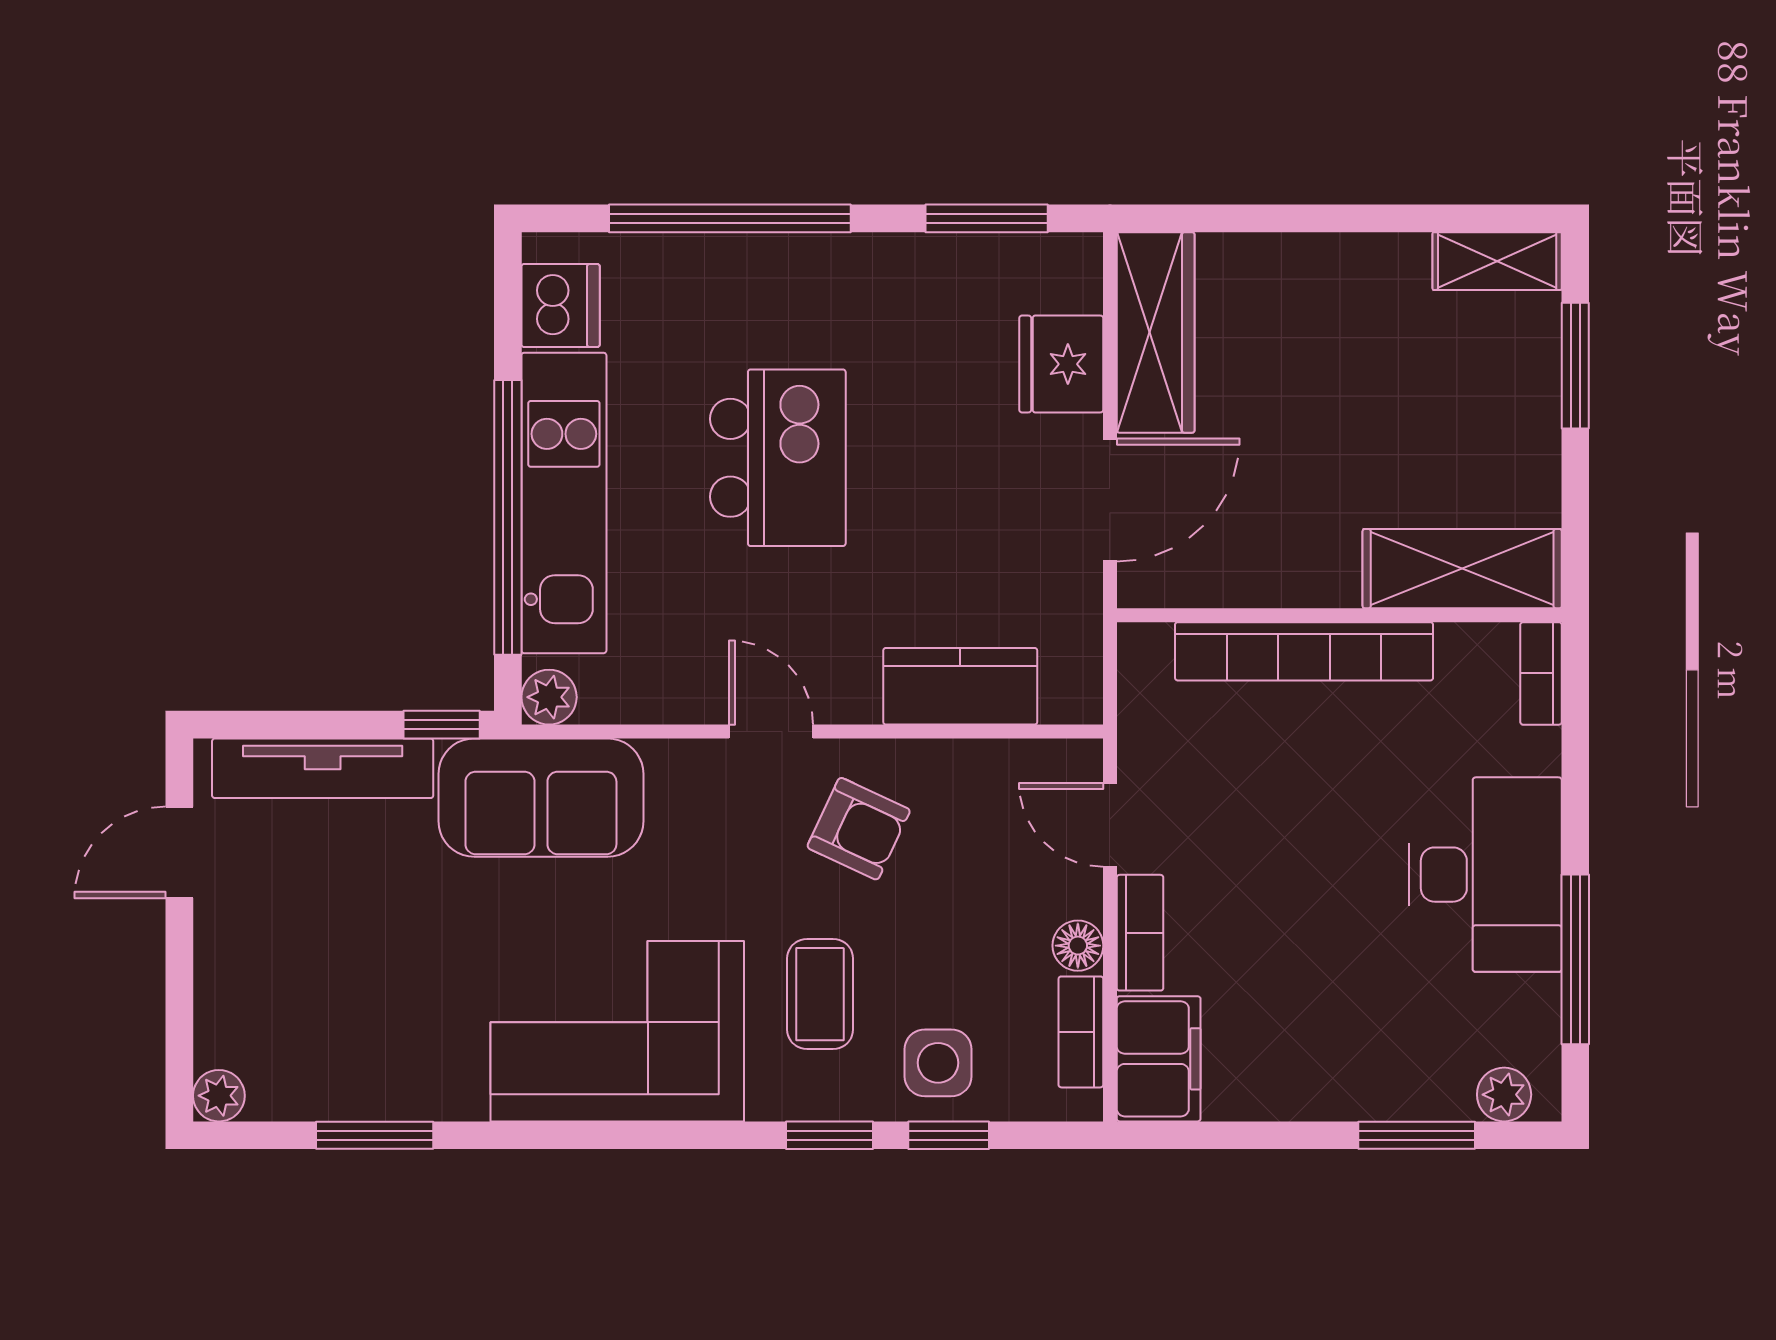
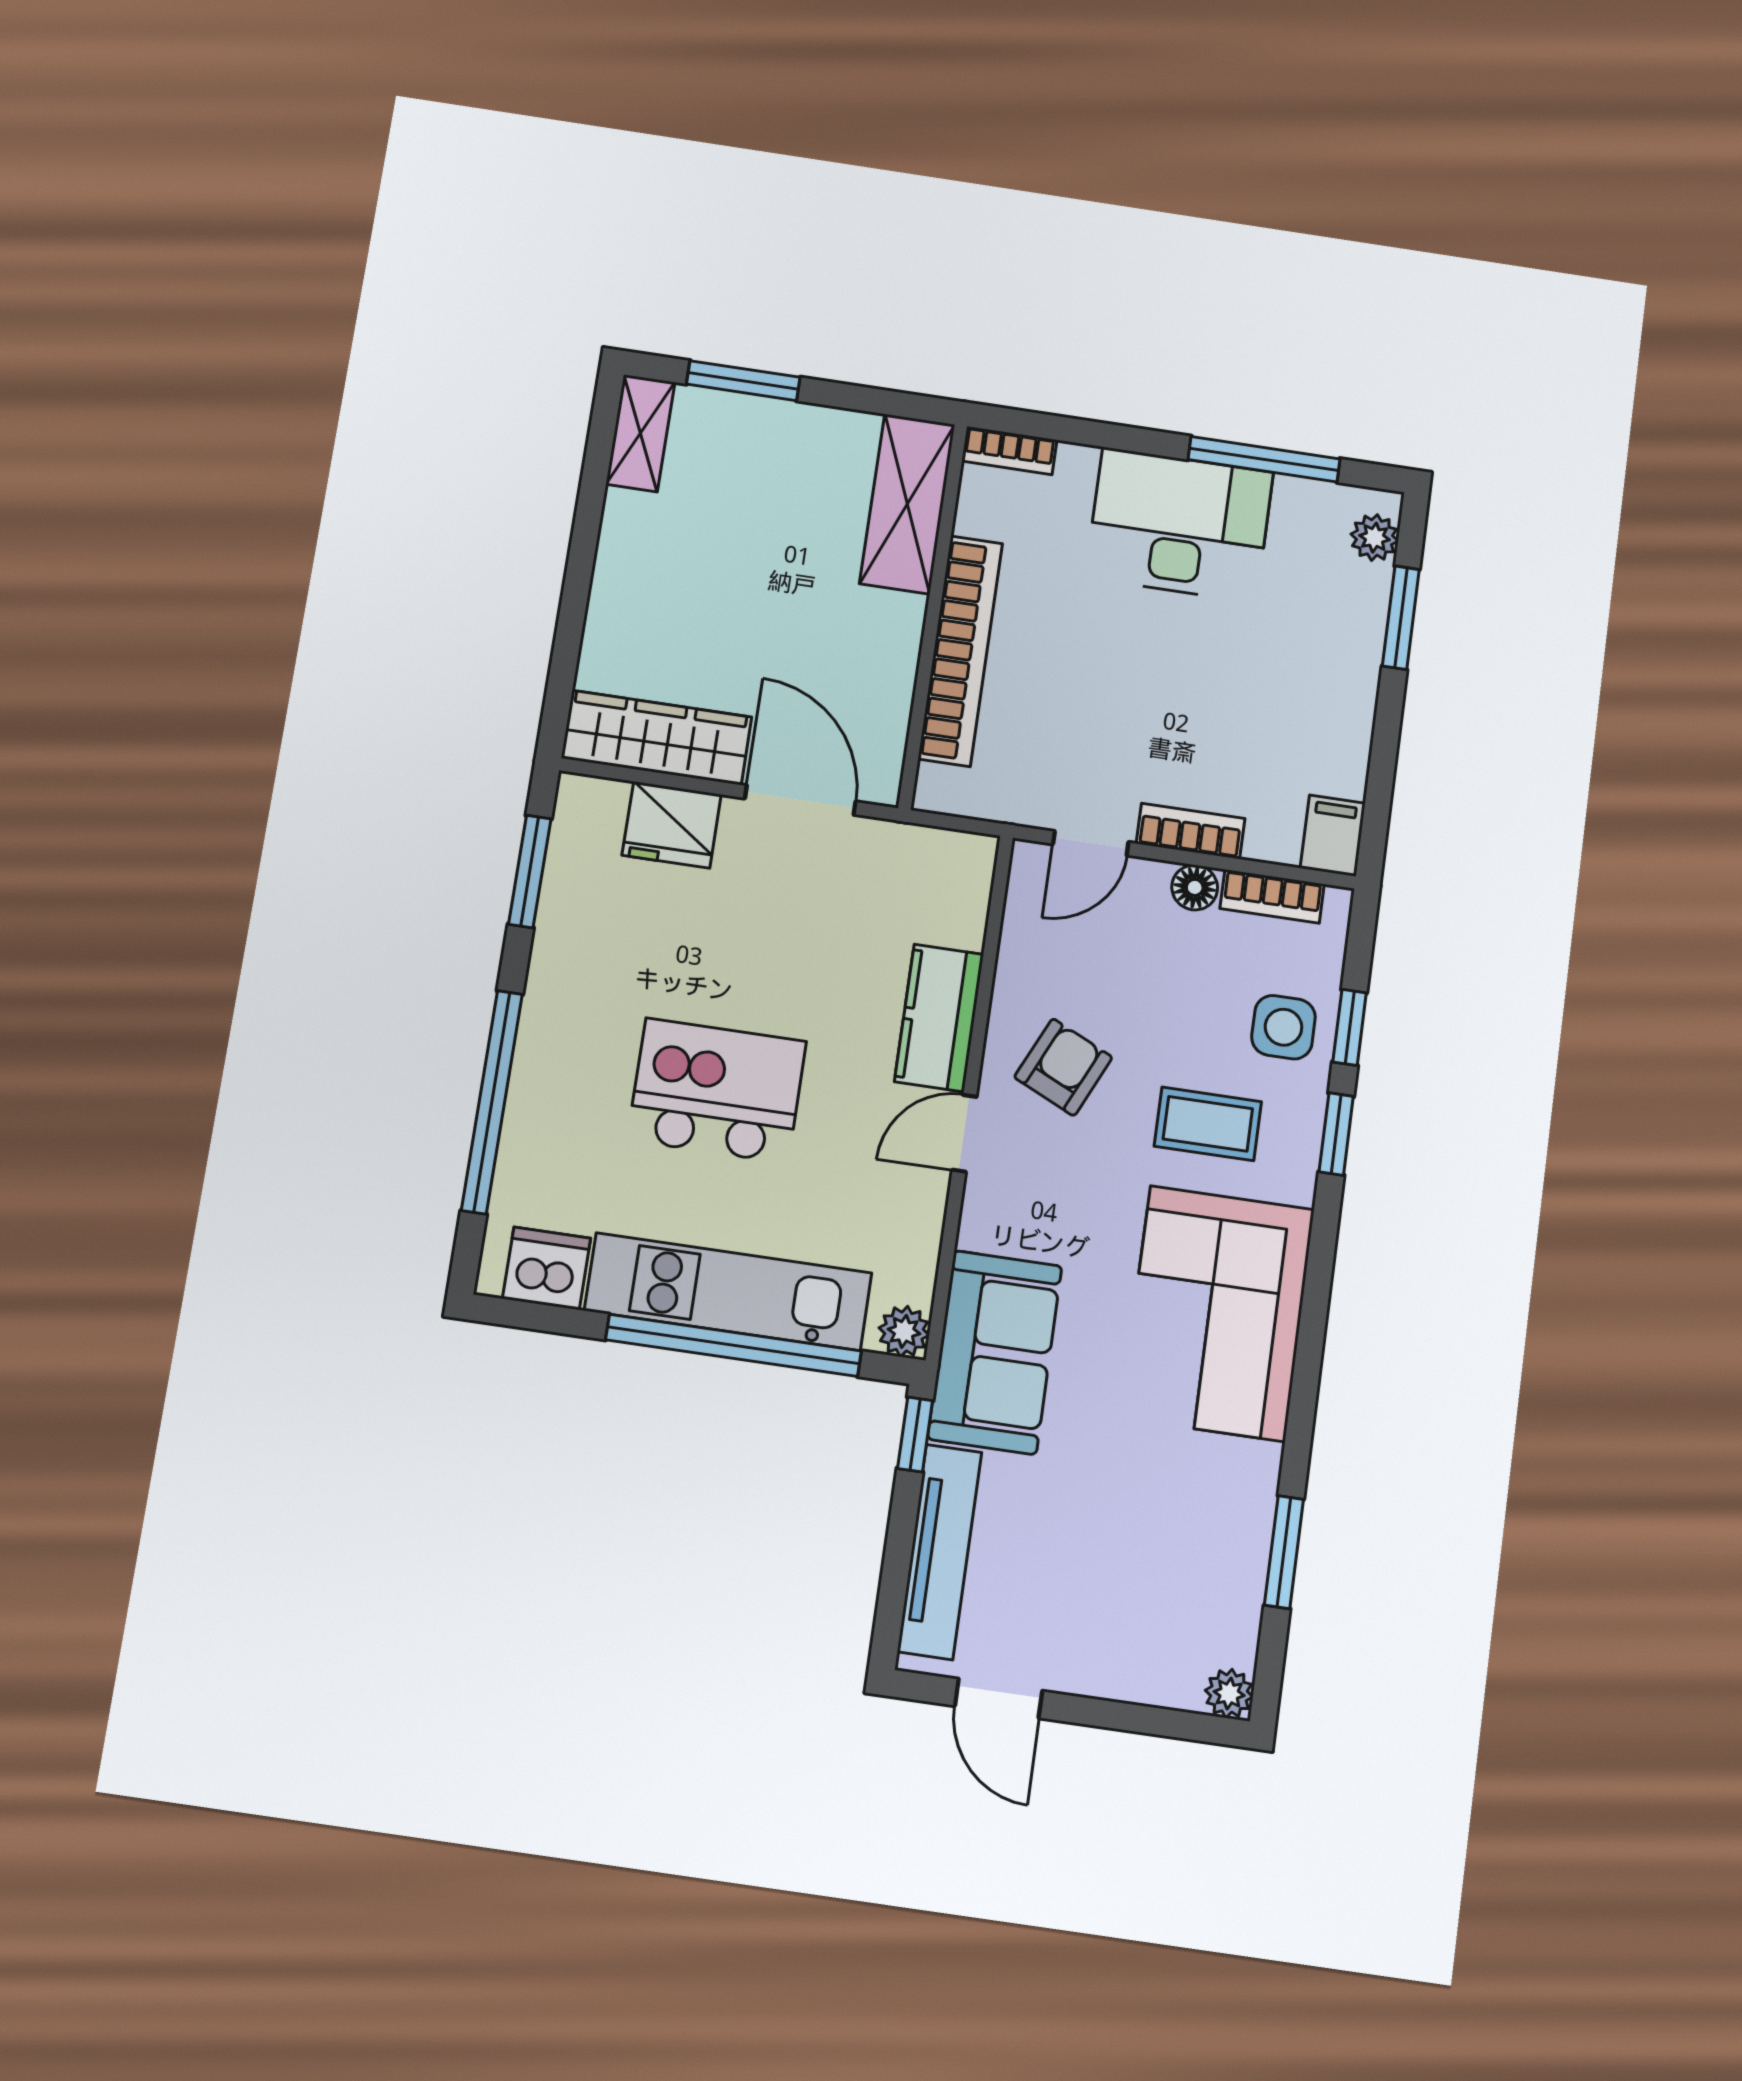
kitchen counter: (960, 686) -> (939, 1018), moved
filing cabinet: (1159, 1059) -> (1333, 836), width x0.50

